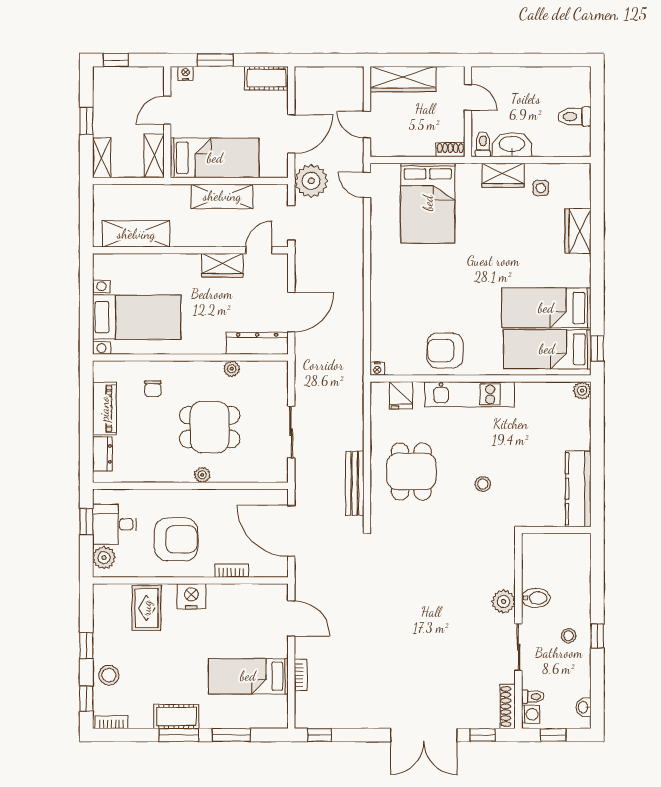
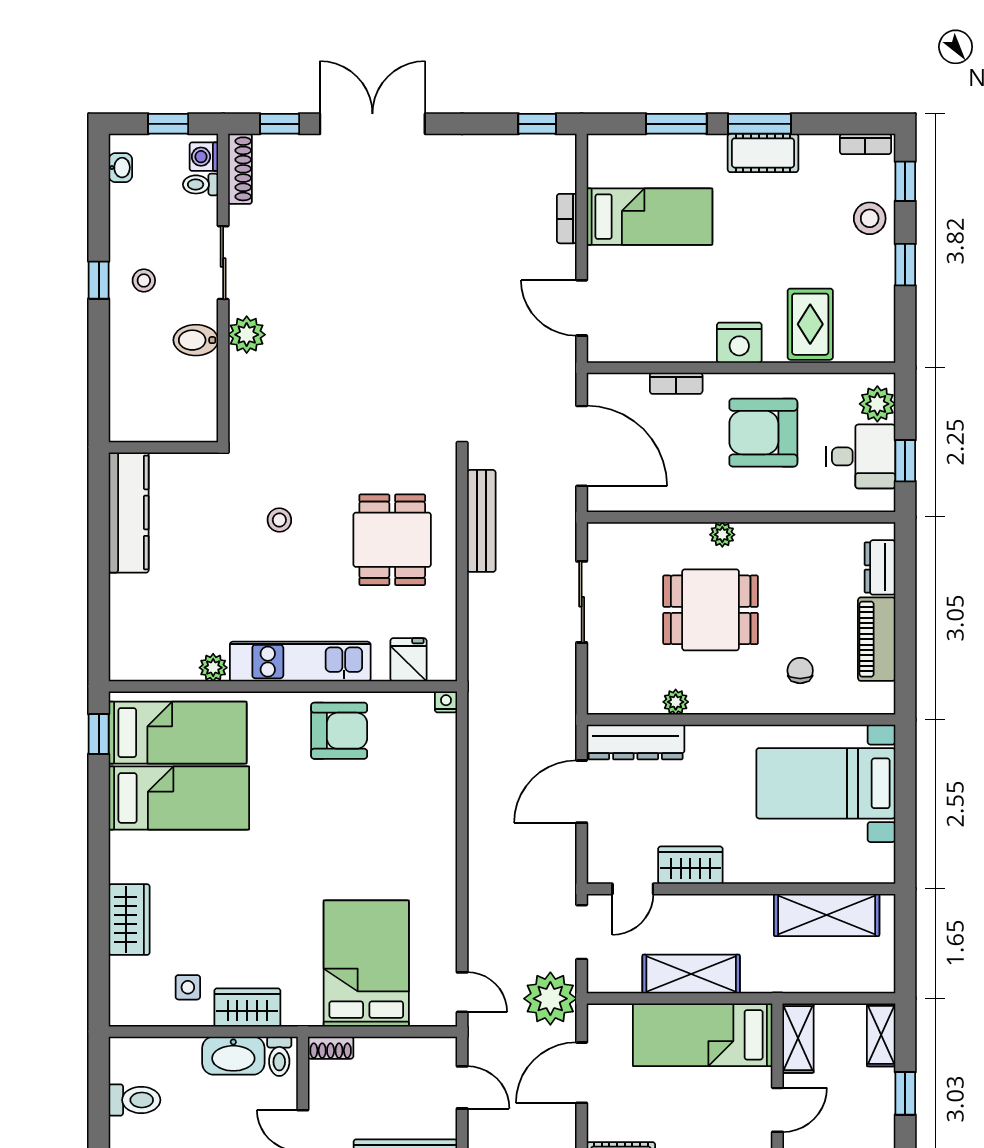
plant: (582, 391) -> (213, 668), moved

